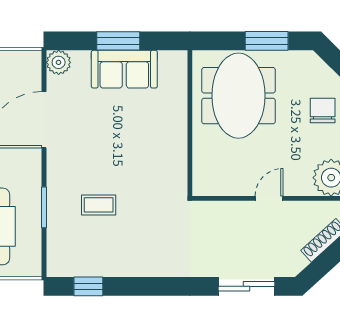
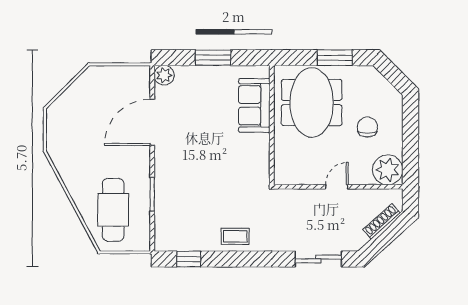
sofa: (124, 69) -> (254, 105), moved, turned 90
chair: (323, 110) -> (367, 127), moved
coffee table: (99, 205) -> (235, 236), moved

